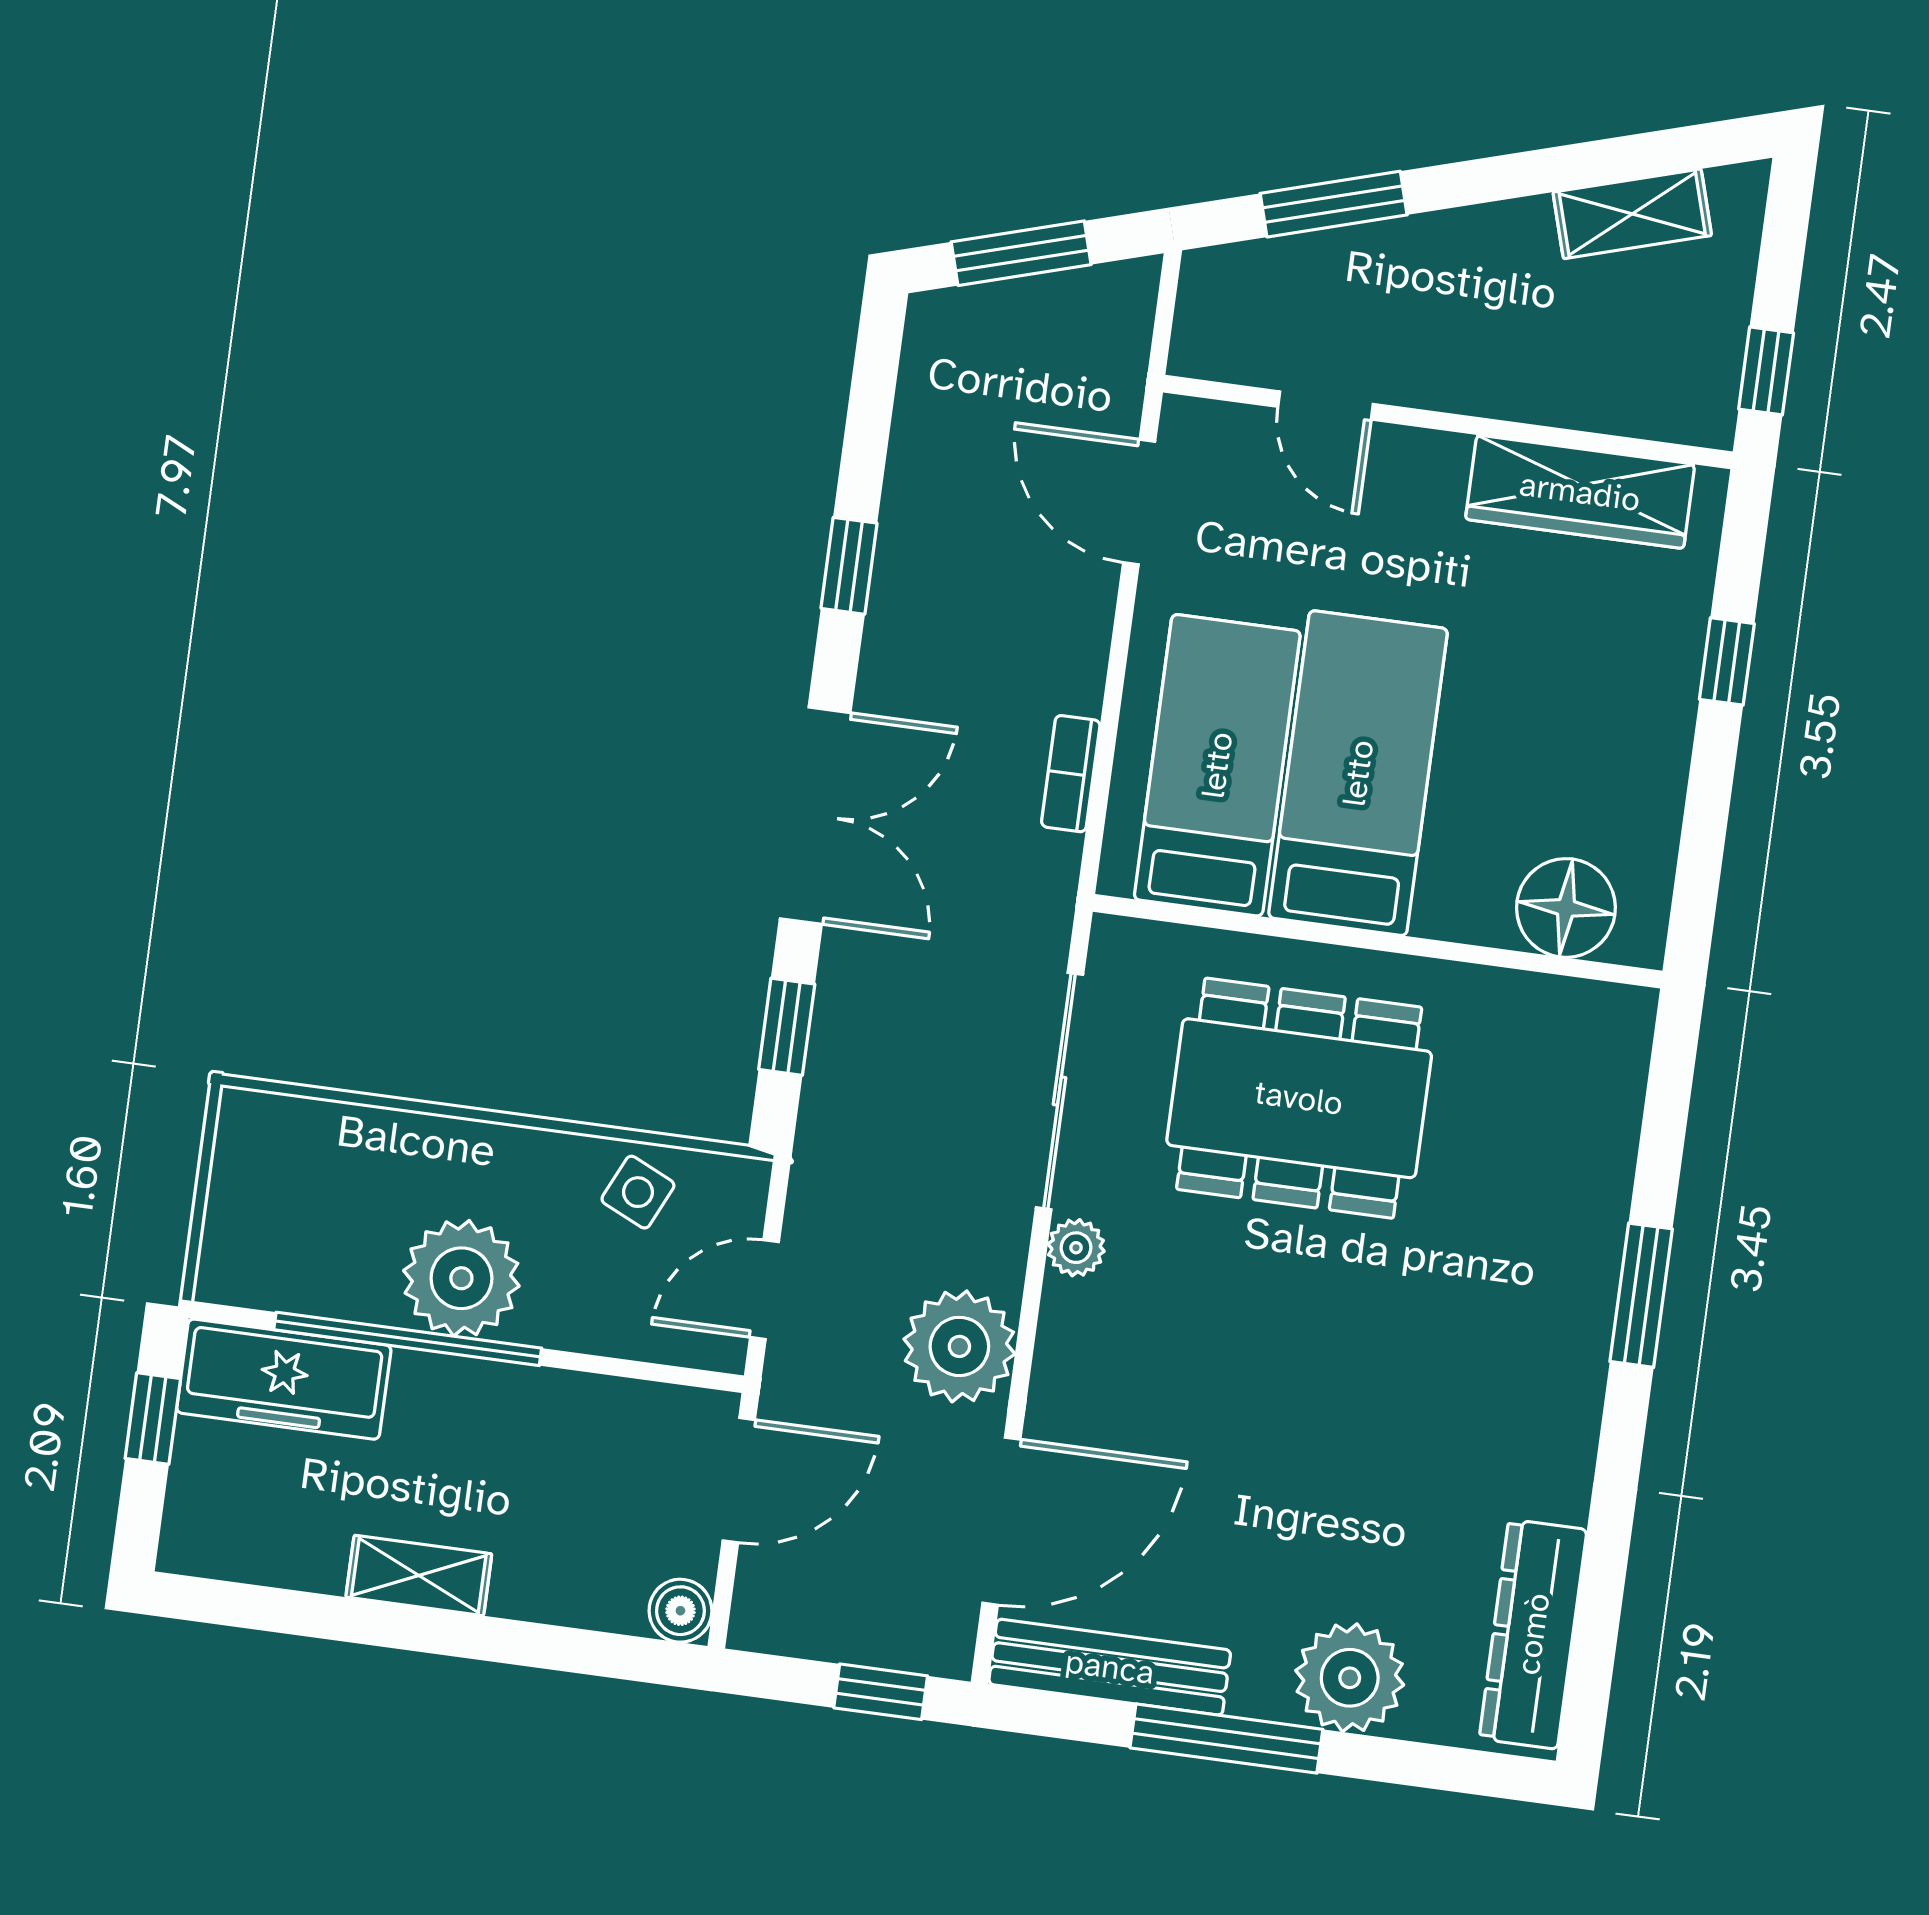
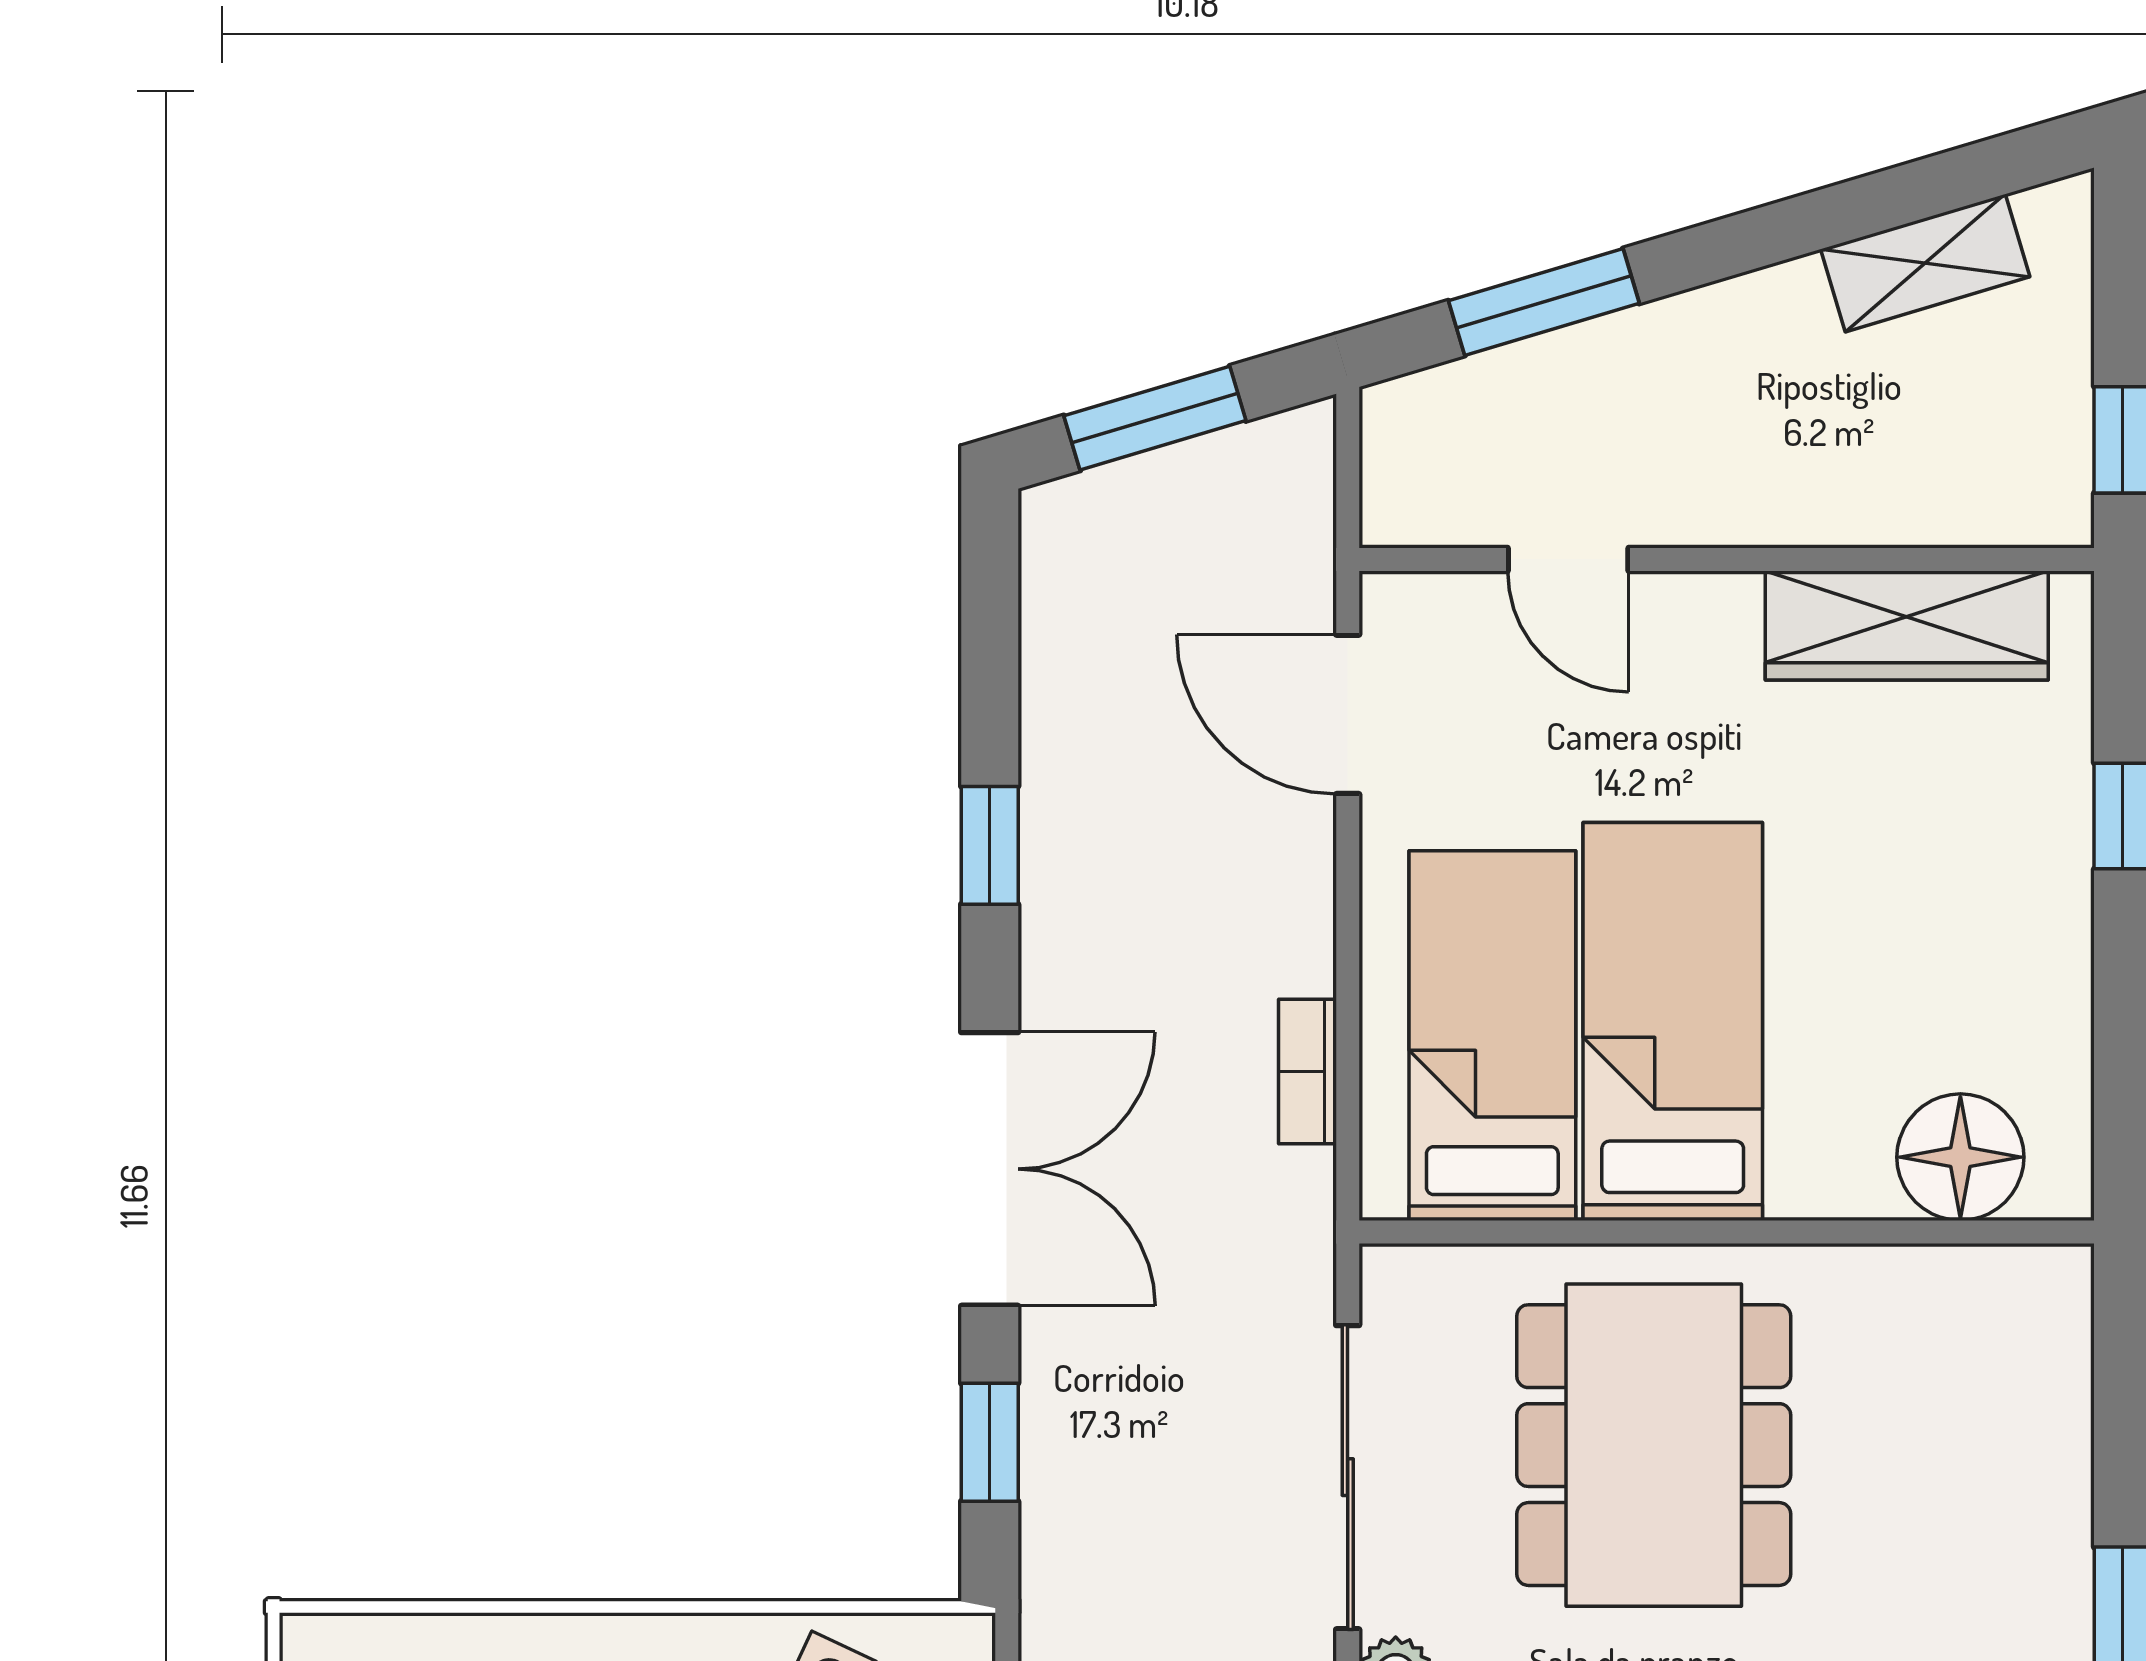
dining table: (1299, 1098) -> (1654, 1445), turned 90

